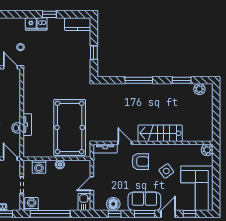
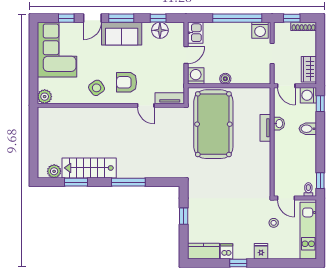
dishwasher: (42, 24) -> (227, 251), moved
stairs: (160, 133) -> (89, 168), moved, turned 180
washing machine: (39, 167) -> (196, 76), moved
side table: (166, 171) -> (97, 88), moved

